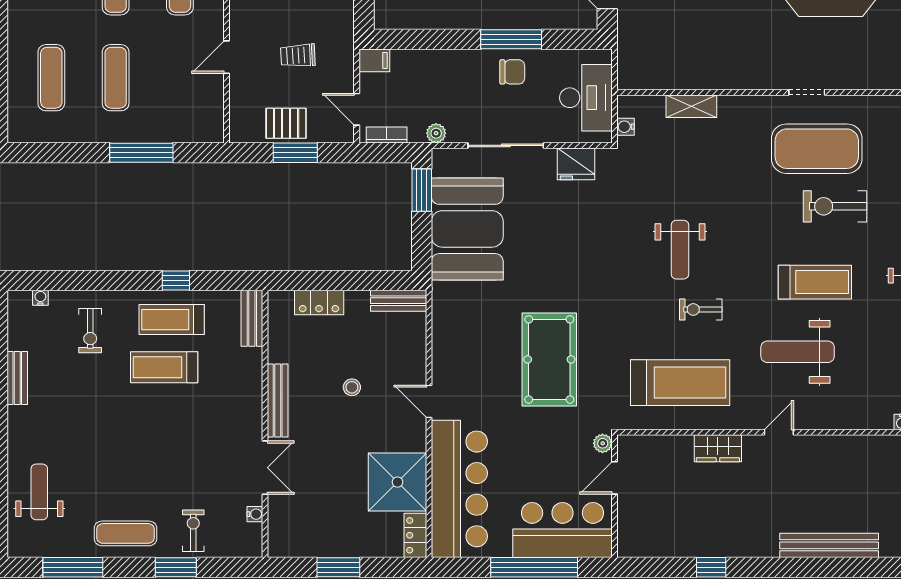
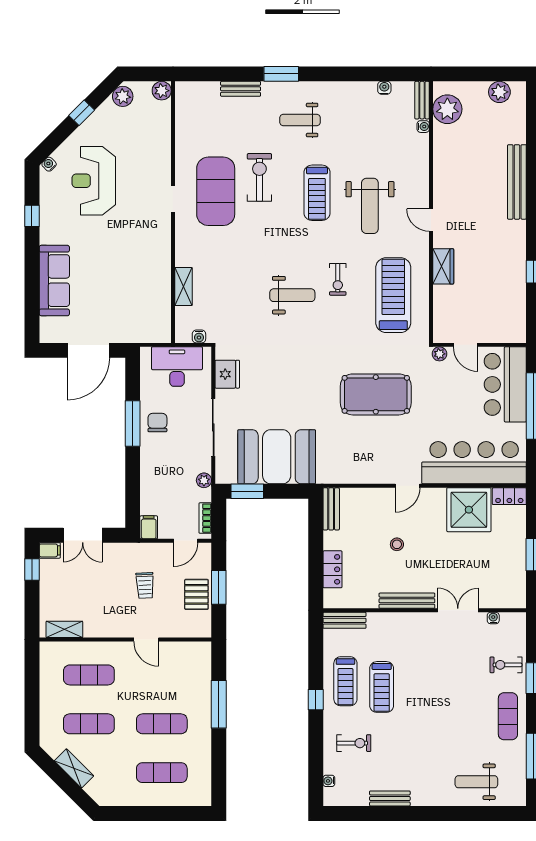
exercise bike: (835, 206) -> (259, 177), turned 180
window: (176, 280) -> (316, 700), moved
treadmill: (815, 282) -> (317, 193), turned 180

